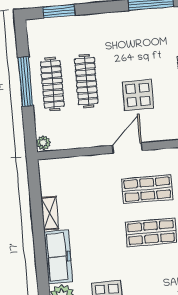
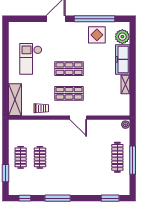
clothes rail: (86, 81) -> (98, 157), removed
display table: (138, 95) -> (70, 147), removed
door: (127, 148) -> (78, 118), hinge flipped

